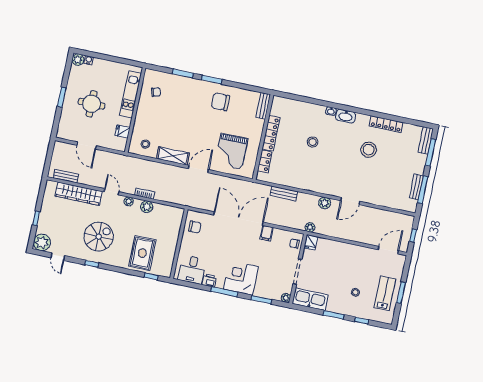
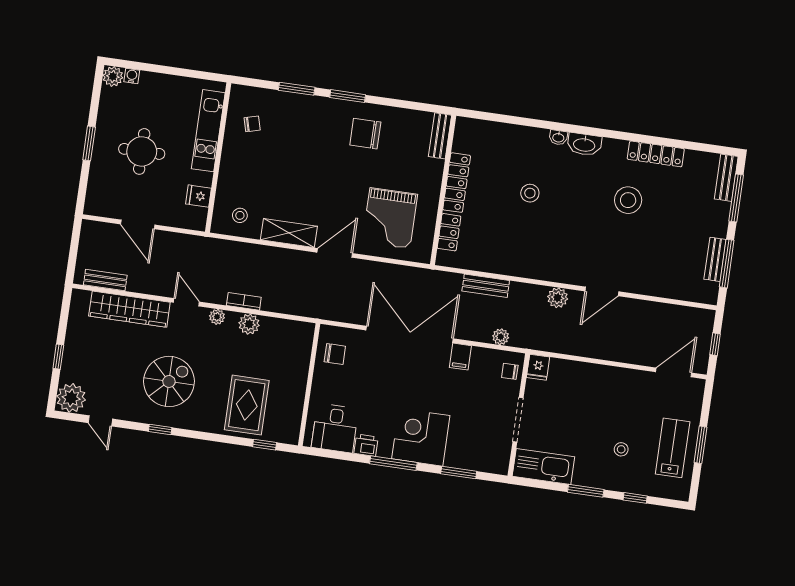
plant: (310, 227) -> (501, 337), moved
plant: (286, 298) -> (501, 467), removed

